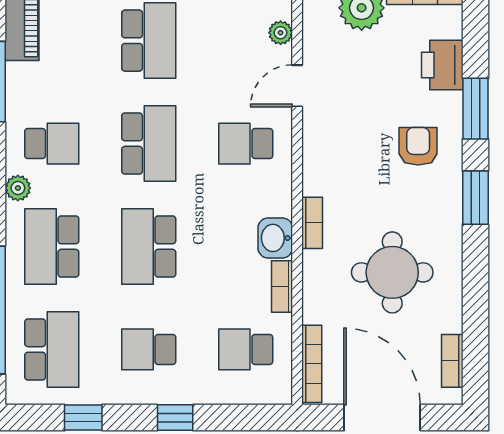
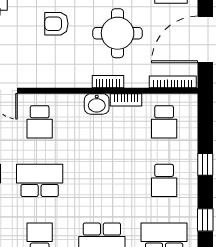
armchair: (418, 146) -> (56, 24), moved
bookcase: (312, 223) -> (108, 82), moved
school desk: (149, 247) -> (102, 180), removed

